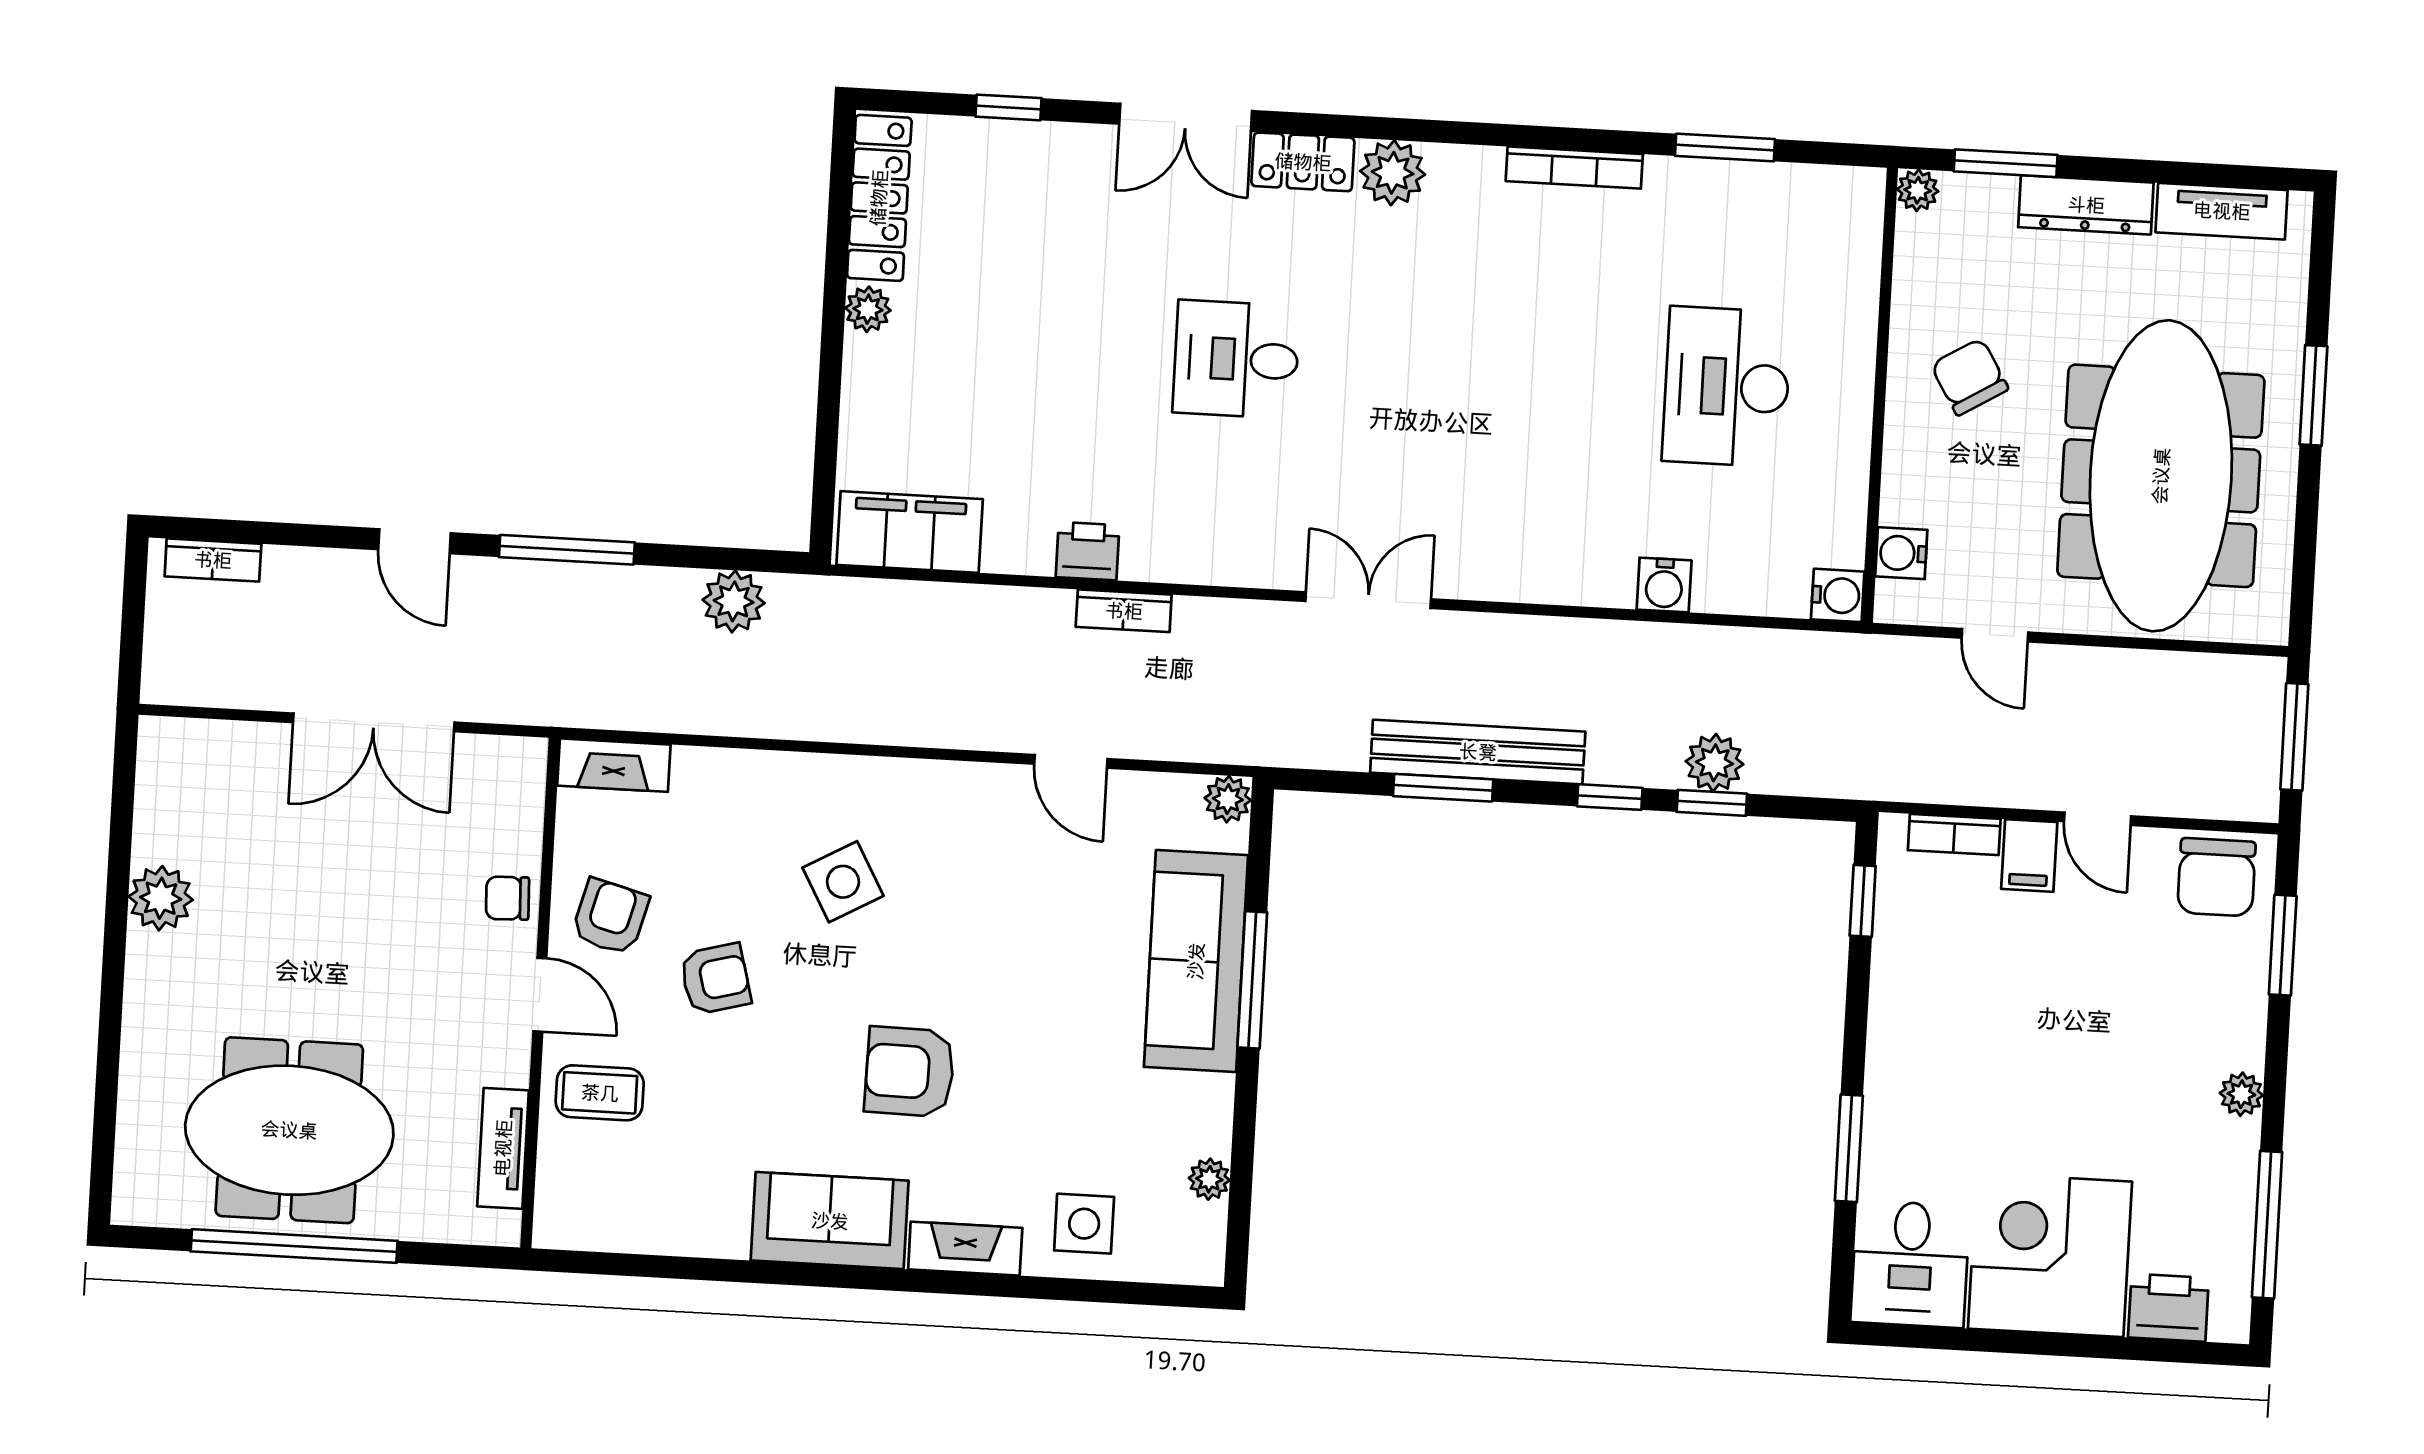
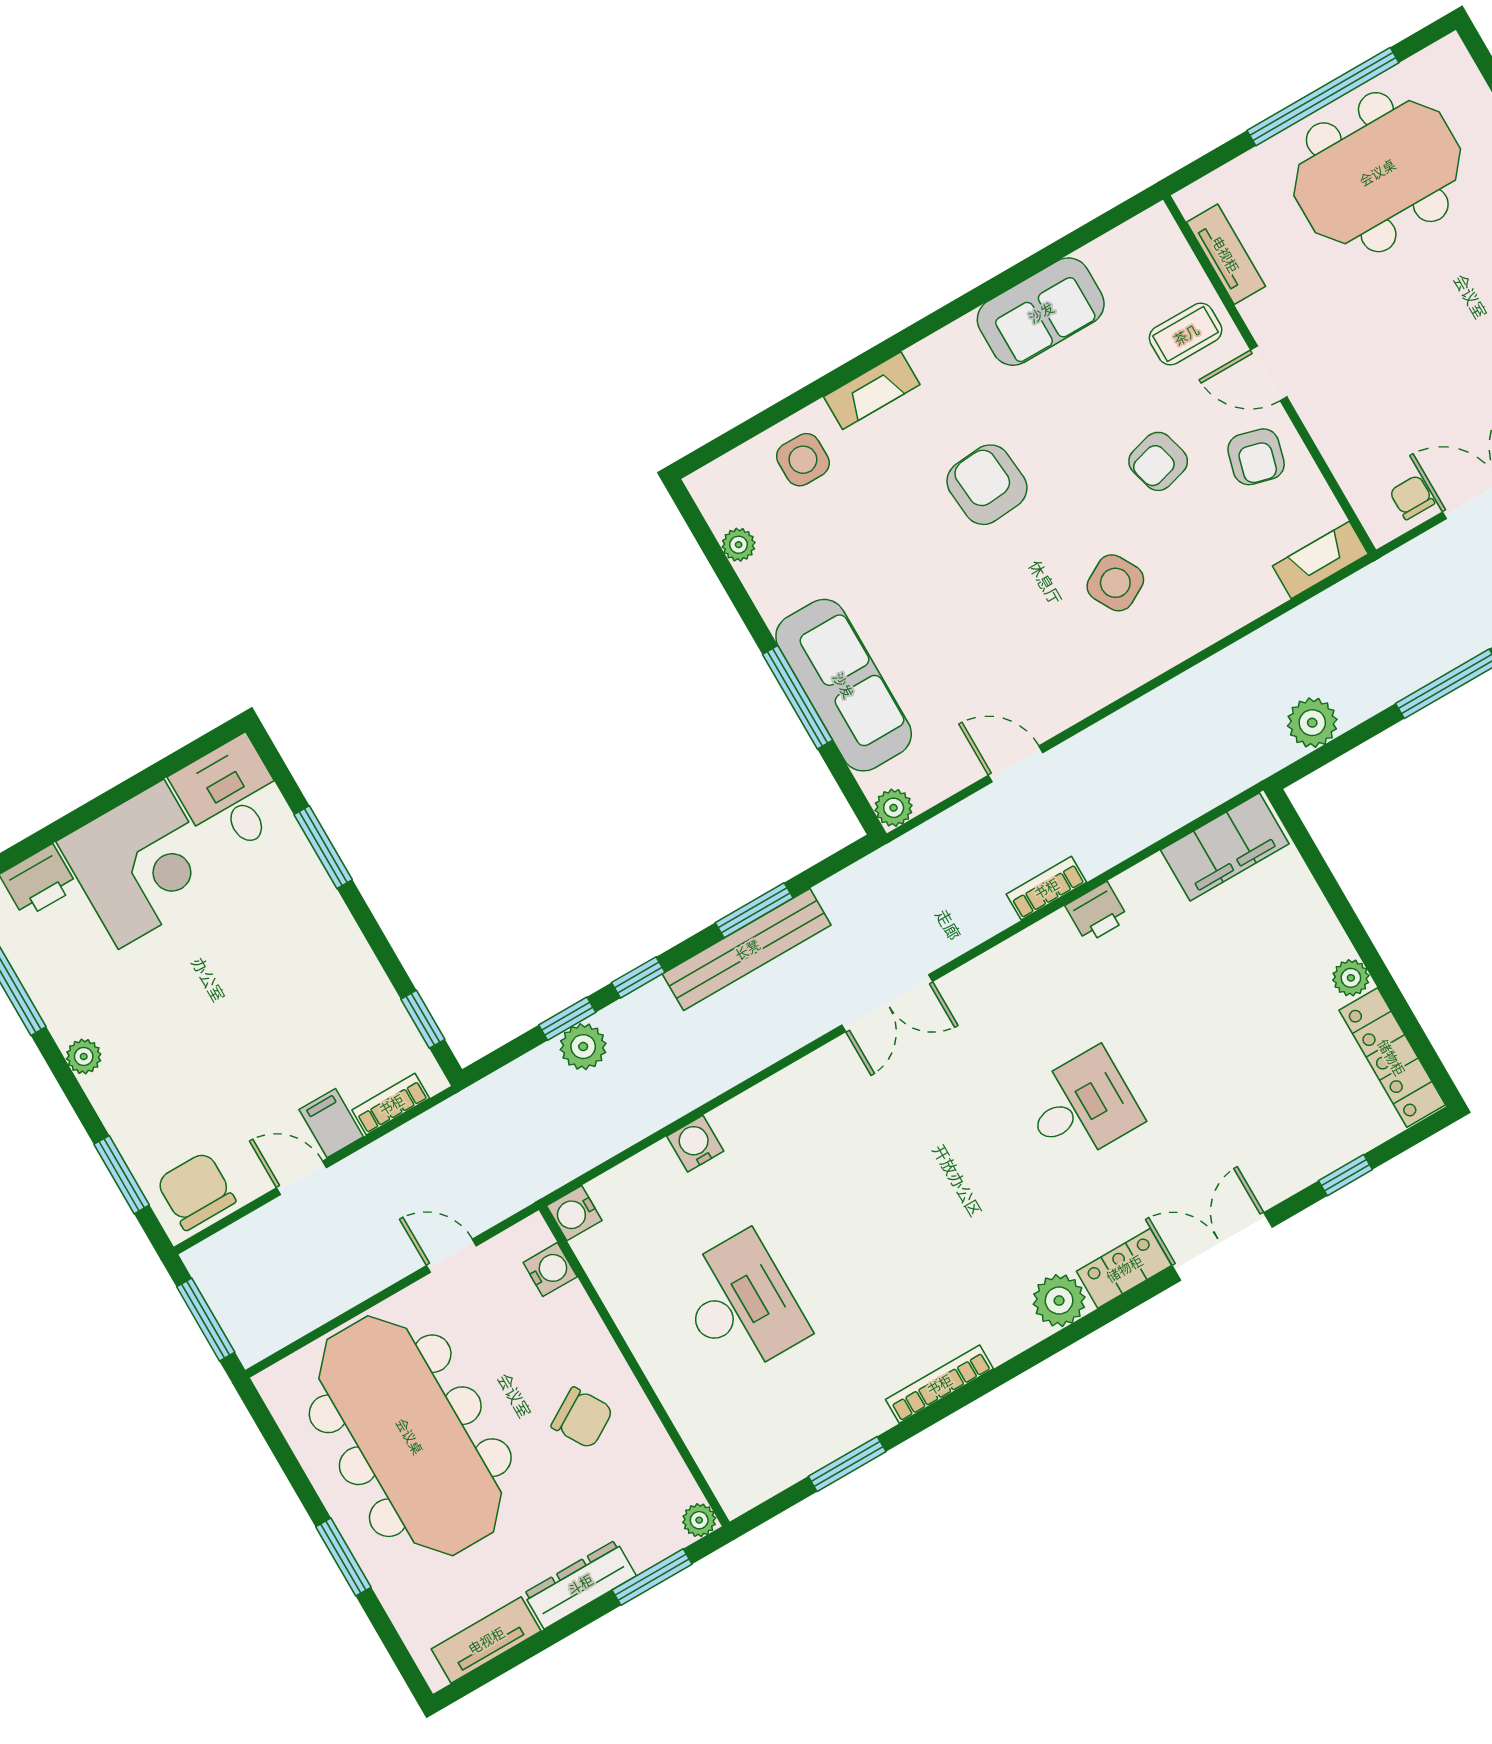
chair: (507, 898) -> (1412, 497), moved, turned -88
armchair: (910, 1072) -> (987, 485), turned -96
sofa: (830, 1221) -> (1041, 312), moved

